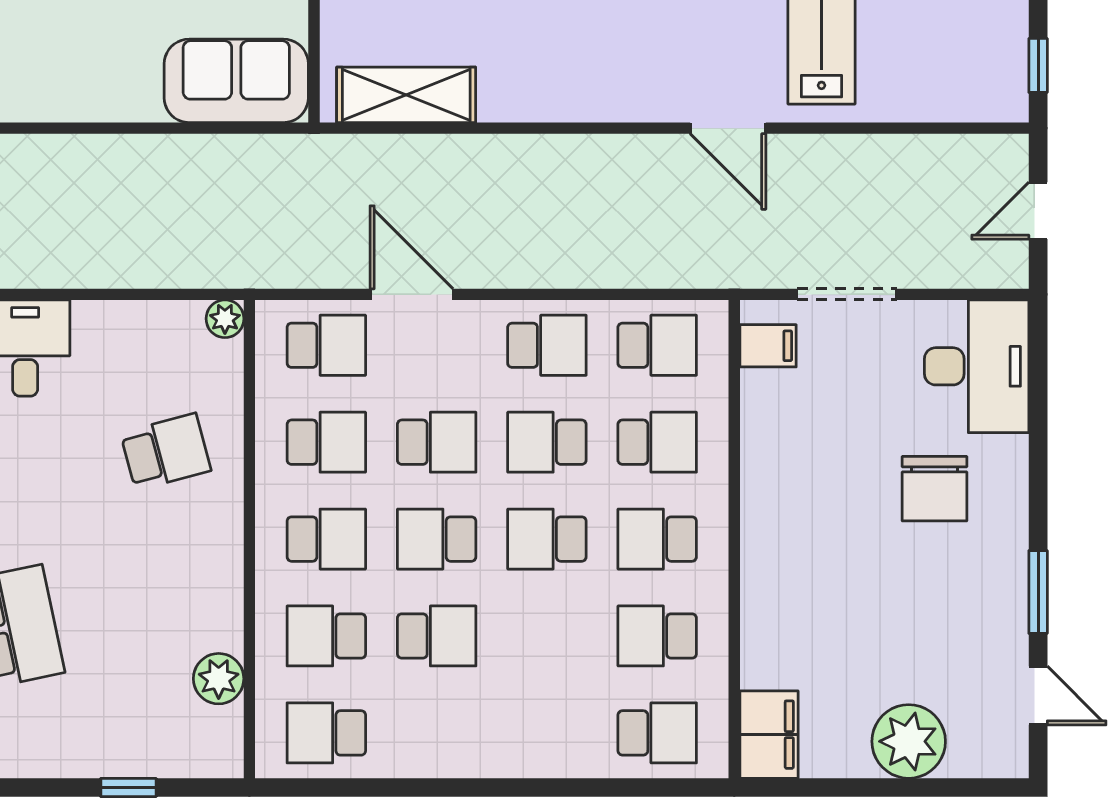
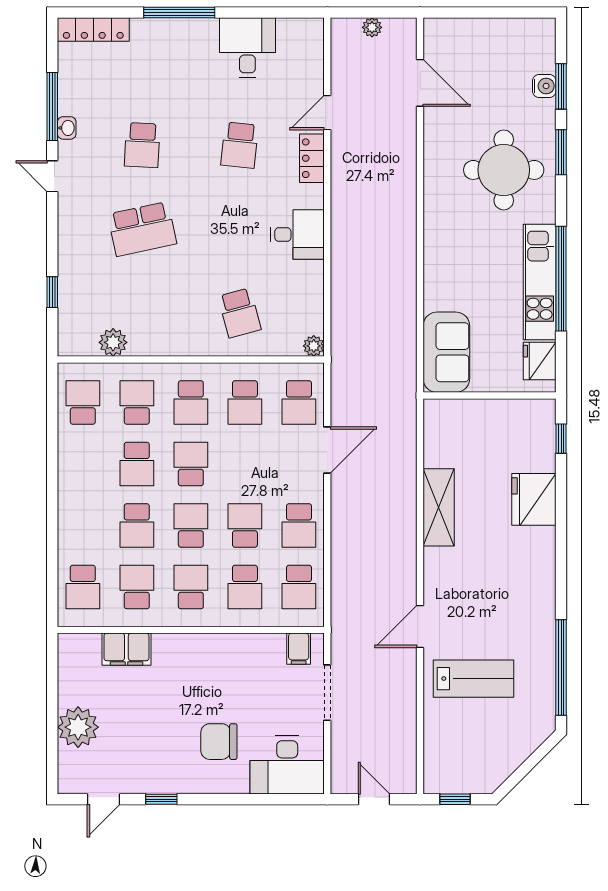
shelving: (406, 95) -> (439, 507), moved
school desk: (437, 442) -> (137, 525), moved
window: (1038, 592) -> (161, 799), width x0.67
filing cabinet: (769, 735) -> (126, 649), moved

